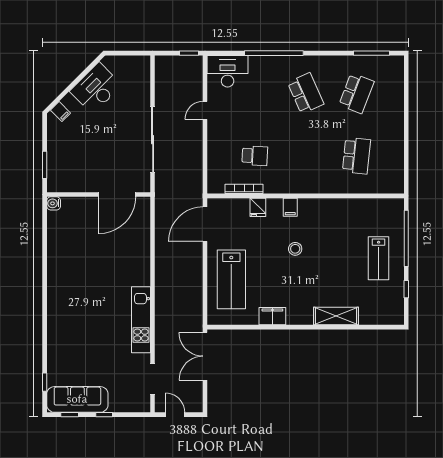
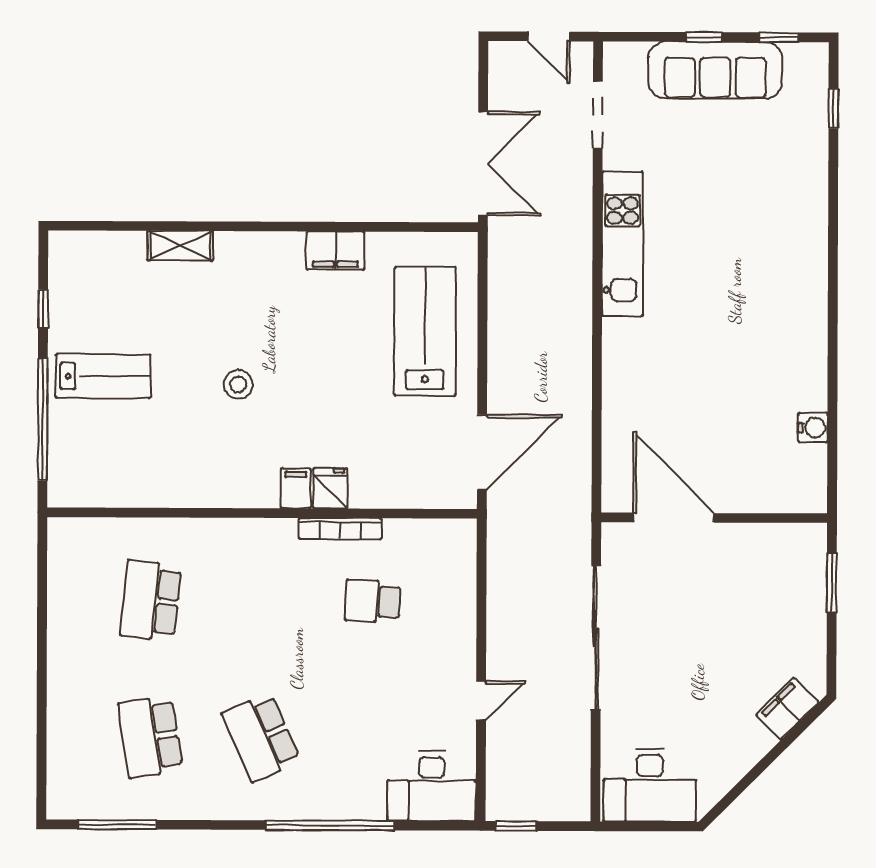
desk: (96, 88) -> (650, 785), moved, turned 45
school desk: (356, 93) -> (150, 737), turned -30
filing cabinet: (60, 112) -> (787, 709), width x2.00
bookcase: (244, 189) -> (340, 529), moved
door: (117, 194) -> (674, 518), hinge flipped
water cooler: (54, 203) -> (813, 428), moved
fridge: (258, 207) -> (330, 488), moved
stool: (295, 249) -> (238, 384), moved
lab bench: (379, 258) -> (103, 376), turned 90
shelving: (336, 316) -> (180, 246), width x0.67, depth x0.75
sofa: (77, 399) -> (715, 70), moved

